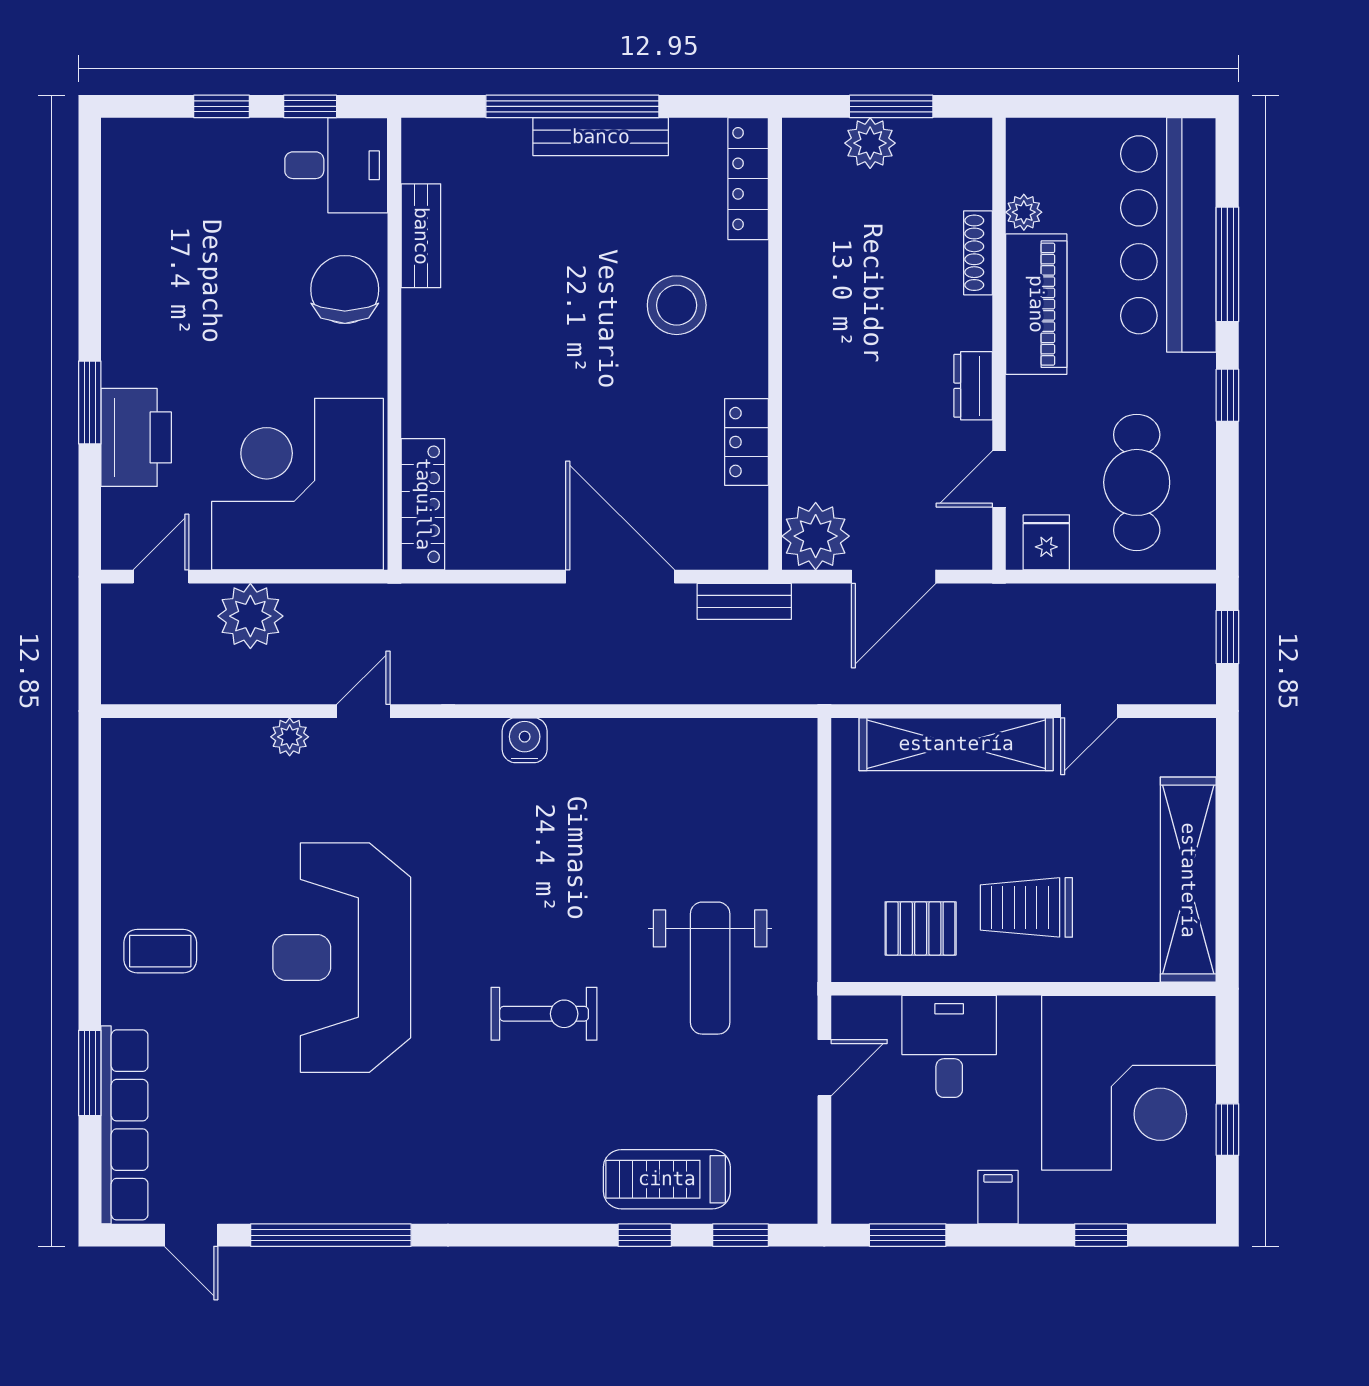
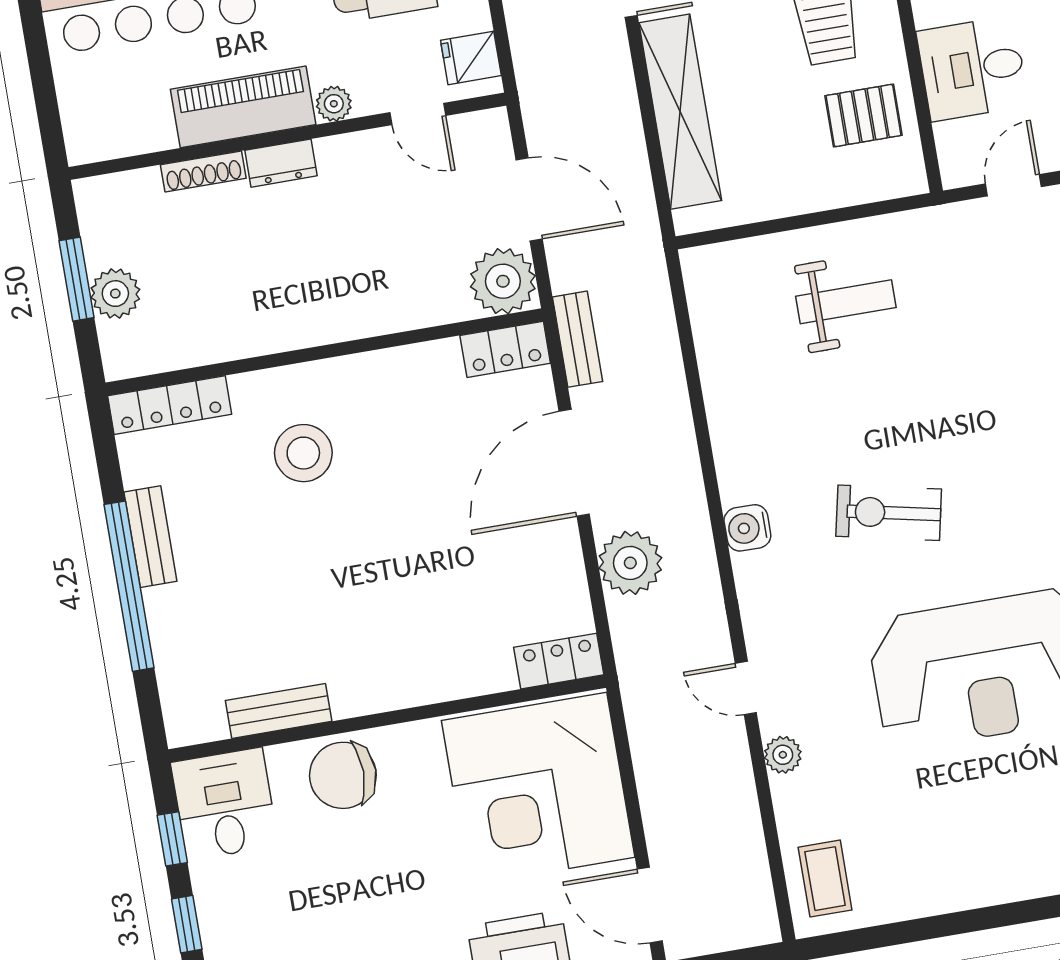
bench: (601, 137) -> (150, 537), width x0.73
plant: (1024, 212) -> (334, 104), moved
dresser: (973, 386) -> (281, 163), moved
locker: (746, 442) -> (505, 349), moved
locker: (423, 504) -> (559, 661), width x0.66
door: (161, 577) -> (650, 905), width x1.37
plant: (250, 616) -> (630, 563), moved
pallet: (921, 928) -> (863, 116), turned 90
coffee table: (160, 951) -> (825, 879), moved
weight bench: (710, 968) -> (846, 302), moved, width x0.73, depth x0.75
exercise bike: (544, 1014) -> (889, 513), moved, turned -78
door: (824, 1068) -> (1013, 185), hinge flipped

